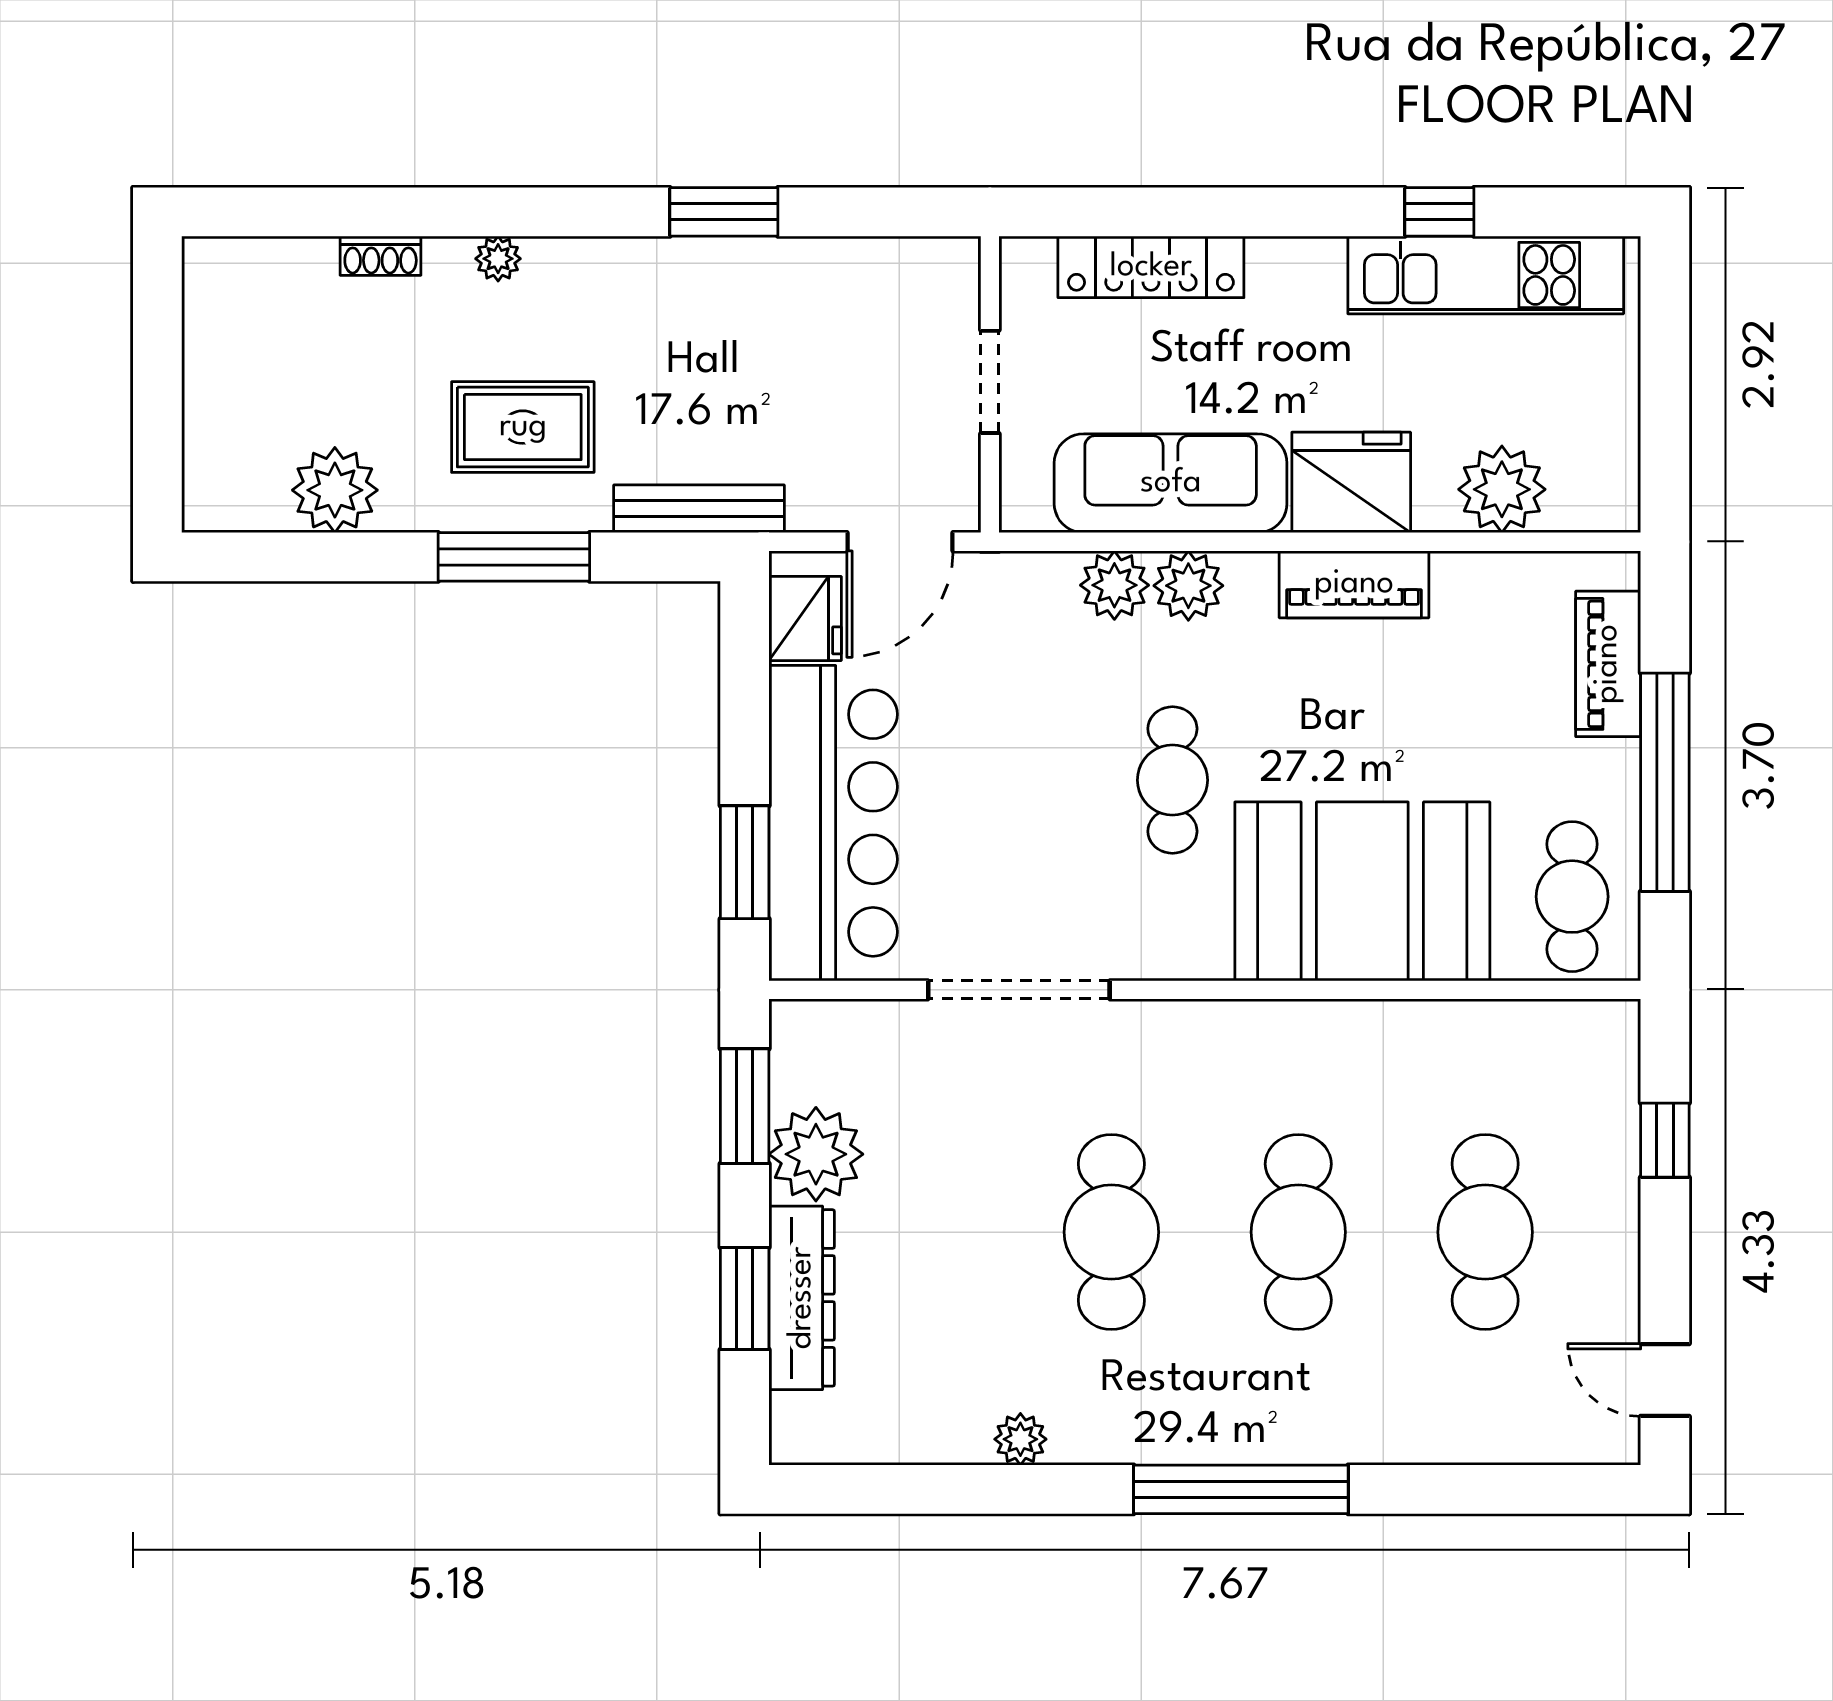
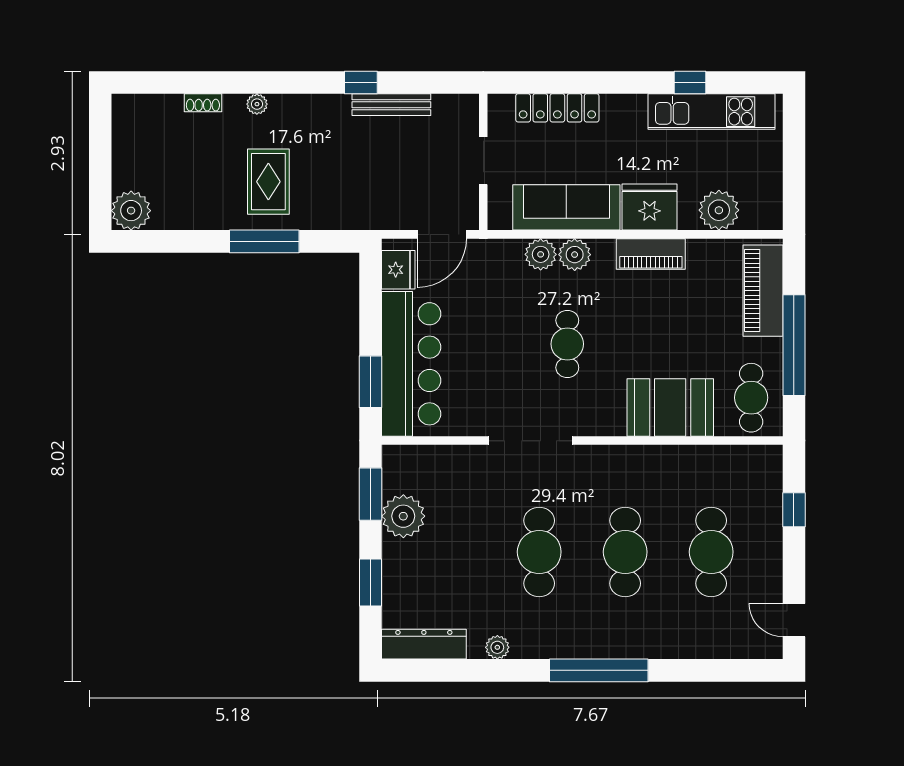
window: (724, 212) -> (361, 83), width x0.67
rug: (523, 427) -> (268, 182), turned 90
plant: (335, 490) -> (131, 211), moved
bench: (699, 509) -> (391, 105), moved
piano: (1608, 664) -> (763, 291), width x1.37, depth x1.33
booth: (1362, 891) -> (670, 407), width x0.73, depth x0.70
doorway: (1019, 990) -> (531, 441), moved
dresser: (802, 1298) -> (424, 644), moved, turned -90

